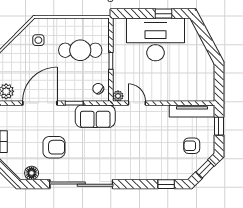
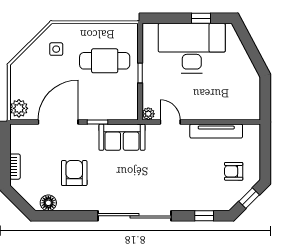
chair: (98, 89) -> (125, 105), removed
tv unit: (192, 111) -> (216, 131), moved
window: (219, 126) -> (265, 149), removed
armchair: (54, 147) -> (74, 173), turned -90
sliding door: (81, 184) -> (135, 216), moved

